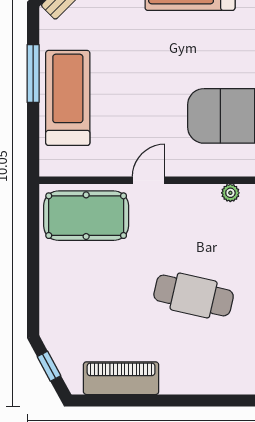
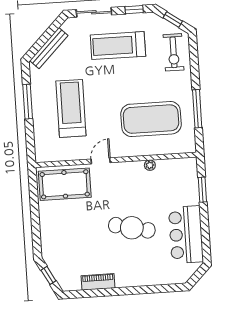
treadmill: (68, 98) -> (71, 108), moved
piano: (121, 378) -> (98, 282), width x0.73, depth x0.75

